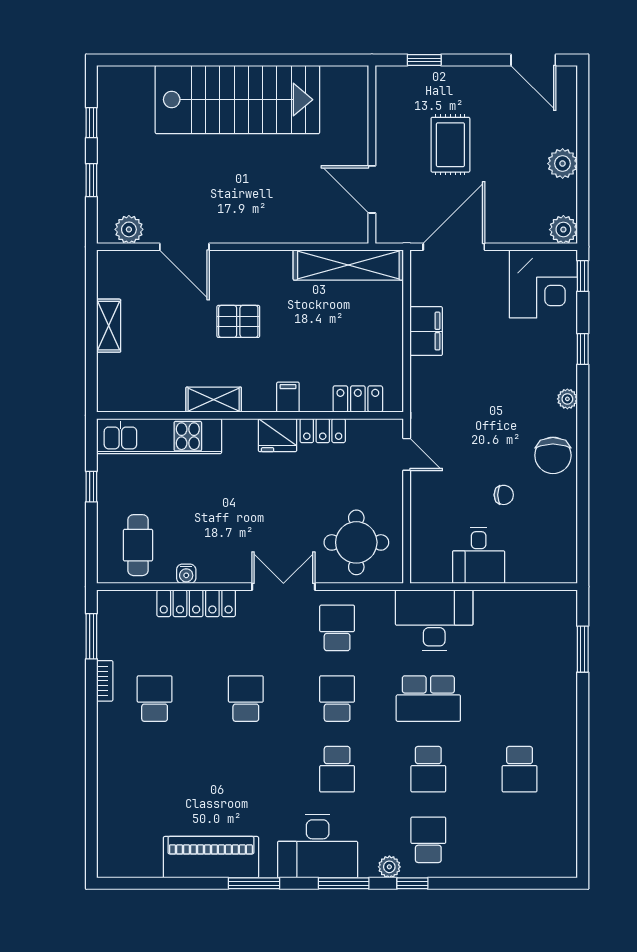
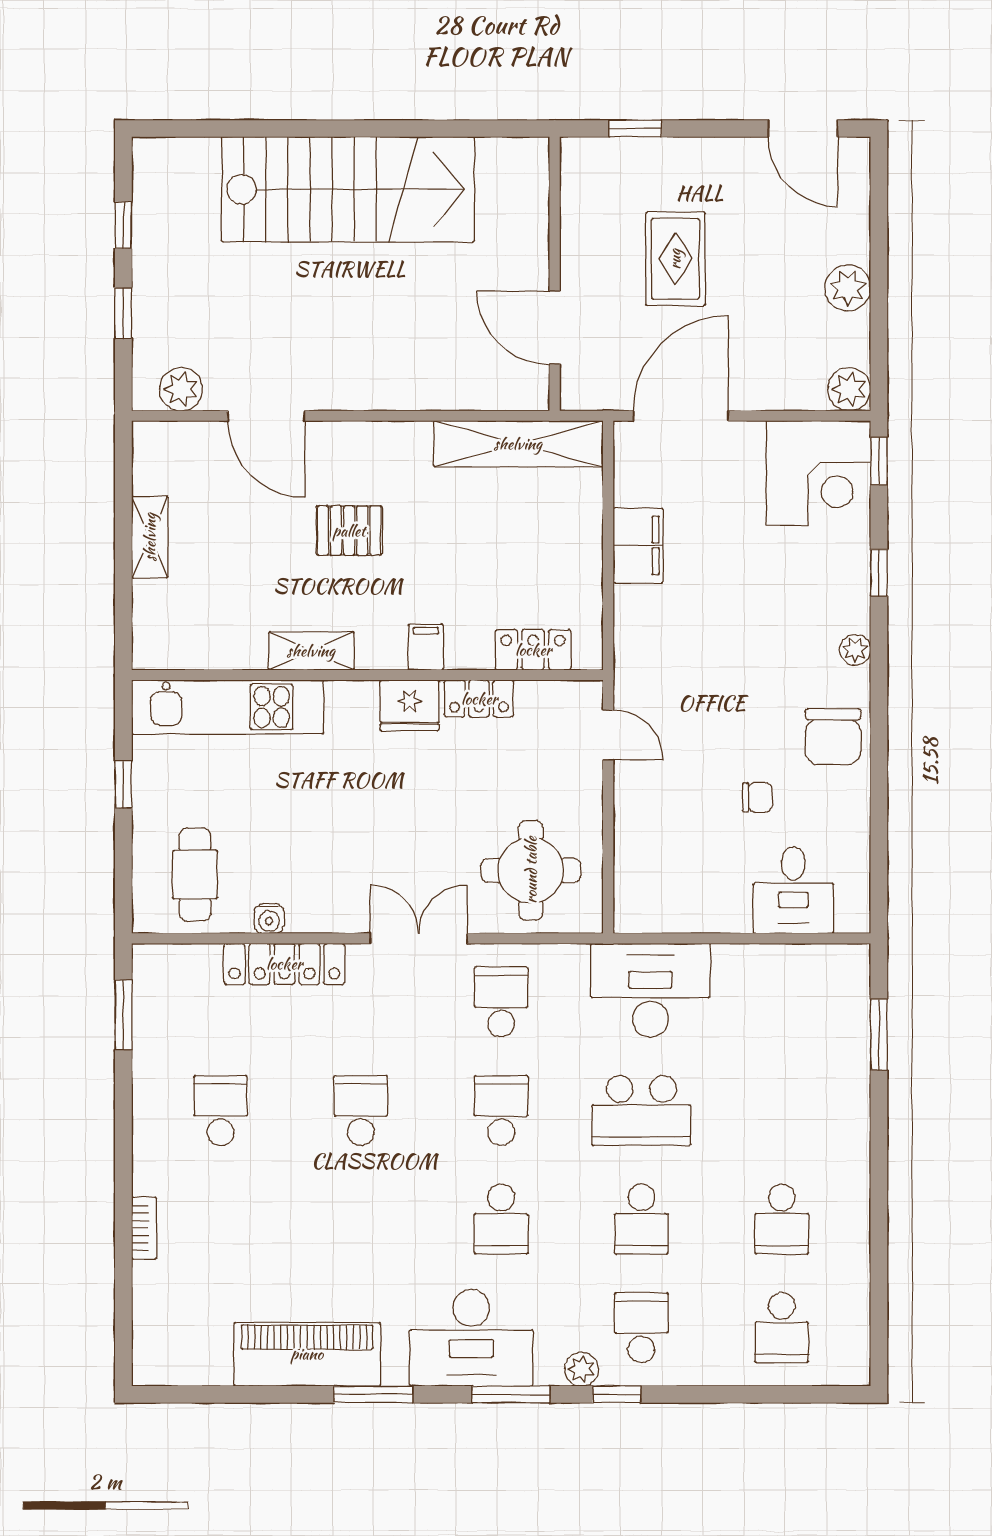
desk: (479, 555) -> (793, 890), moved
bookcase: (105, 681) -> (144, 1228), moved
school desk: (520, 840) -> (782, 1328), added

